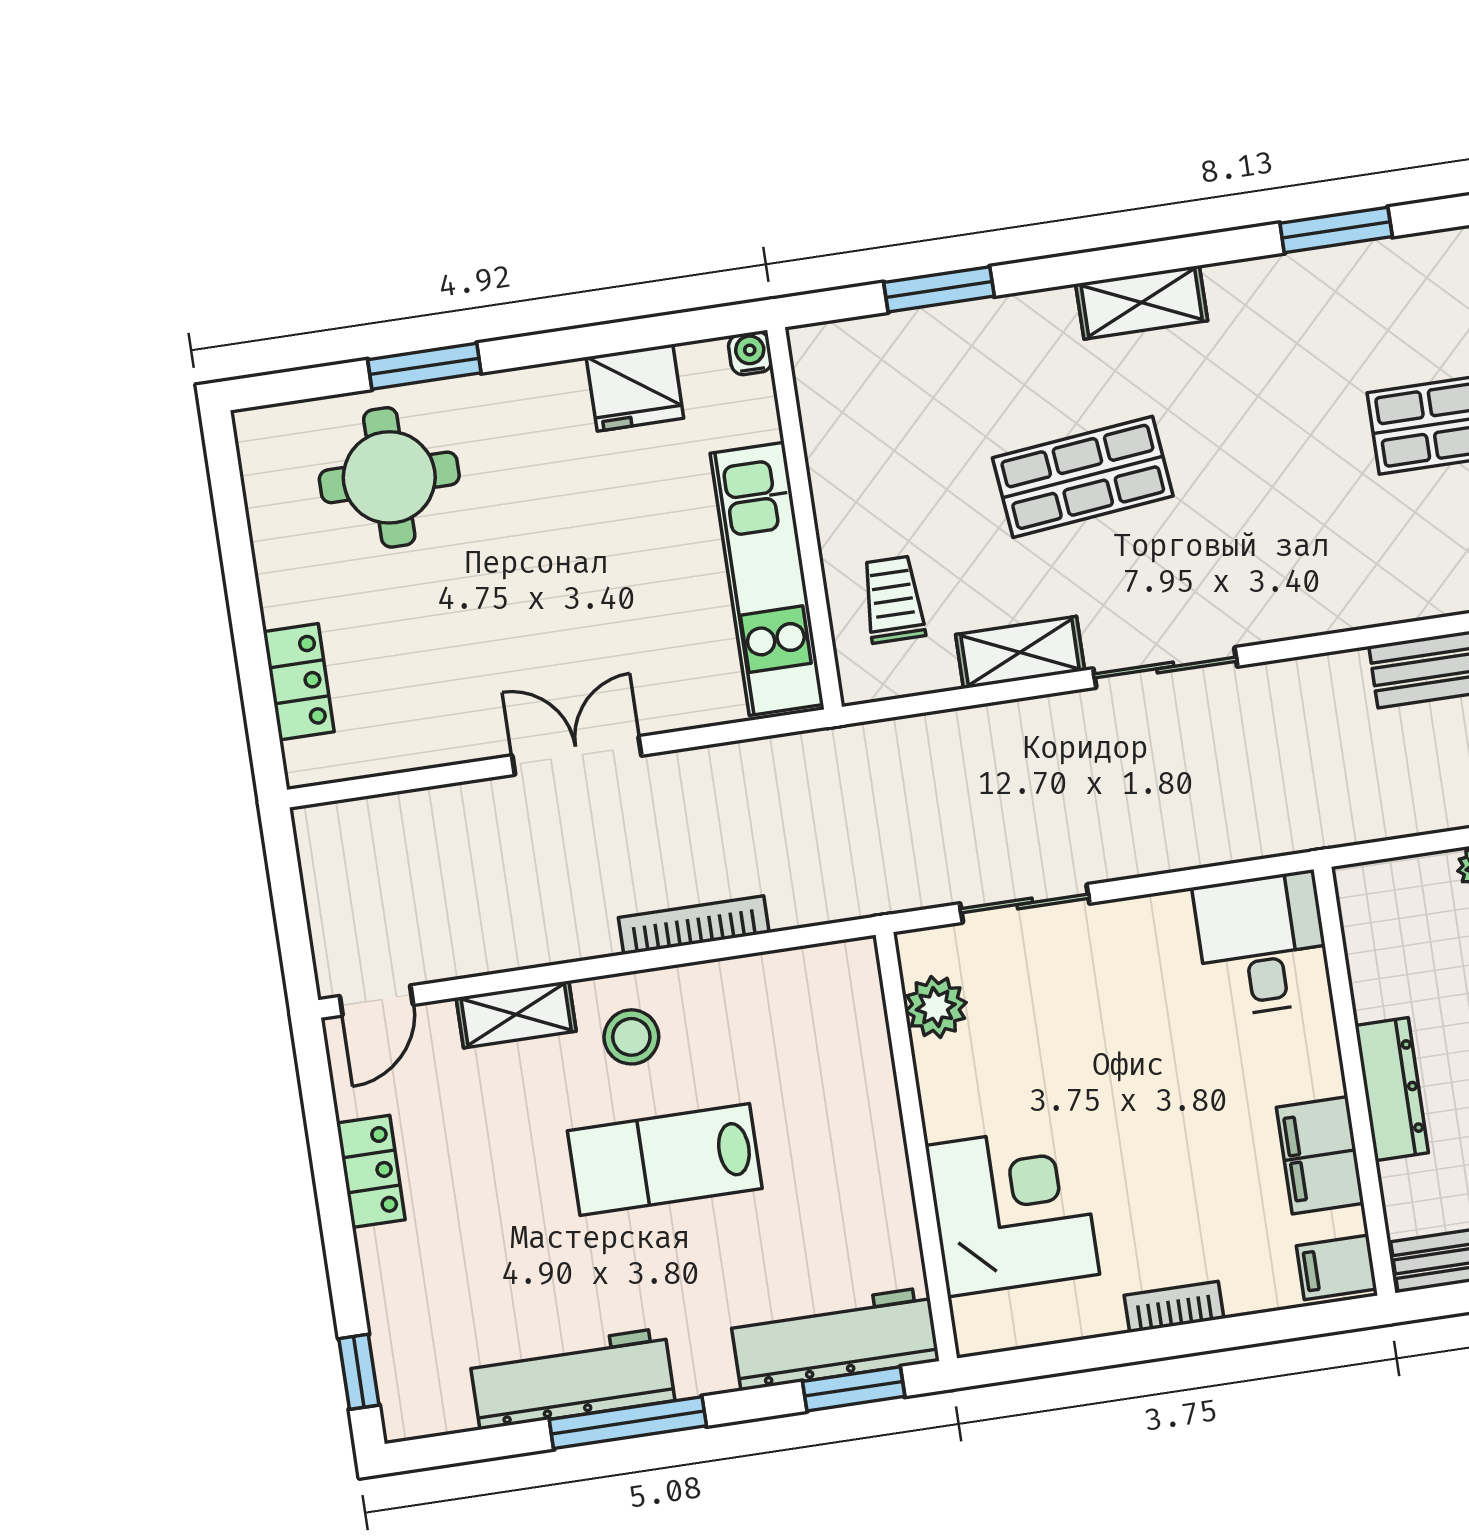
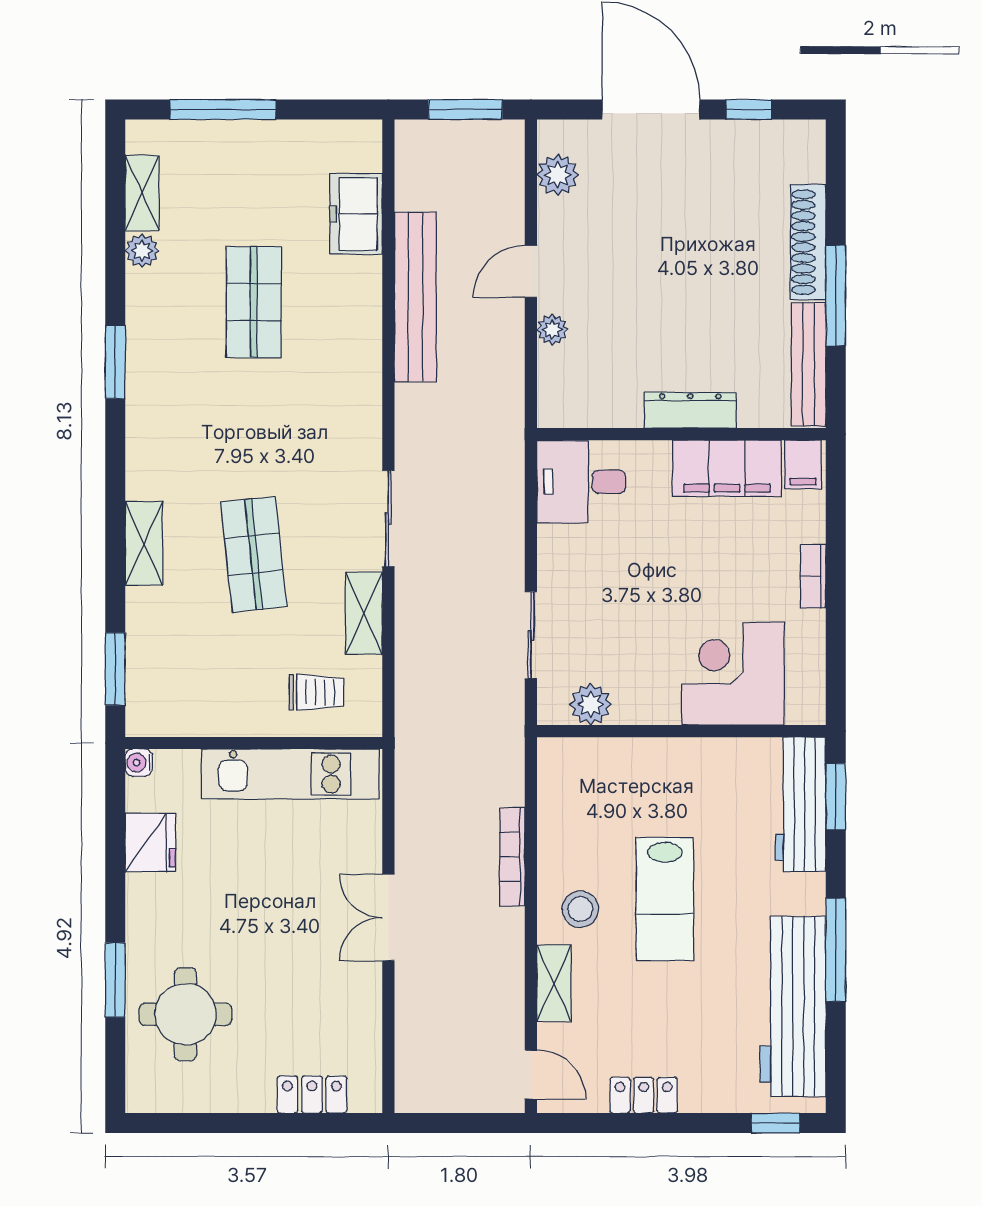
window: (939, 289) -> (115, 669), moved
shelving: (1142, 302) -> (144, 543), moved
trolley: (893, 599) -> (316, 692), turned 180
filing cabinet: (1320, 1155) -> (727, 468), width x1.50, depth x1.17
workbench: (572, 1379) -> (793, 1006), width x1.36, depth x1.32

